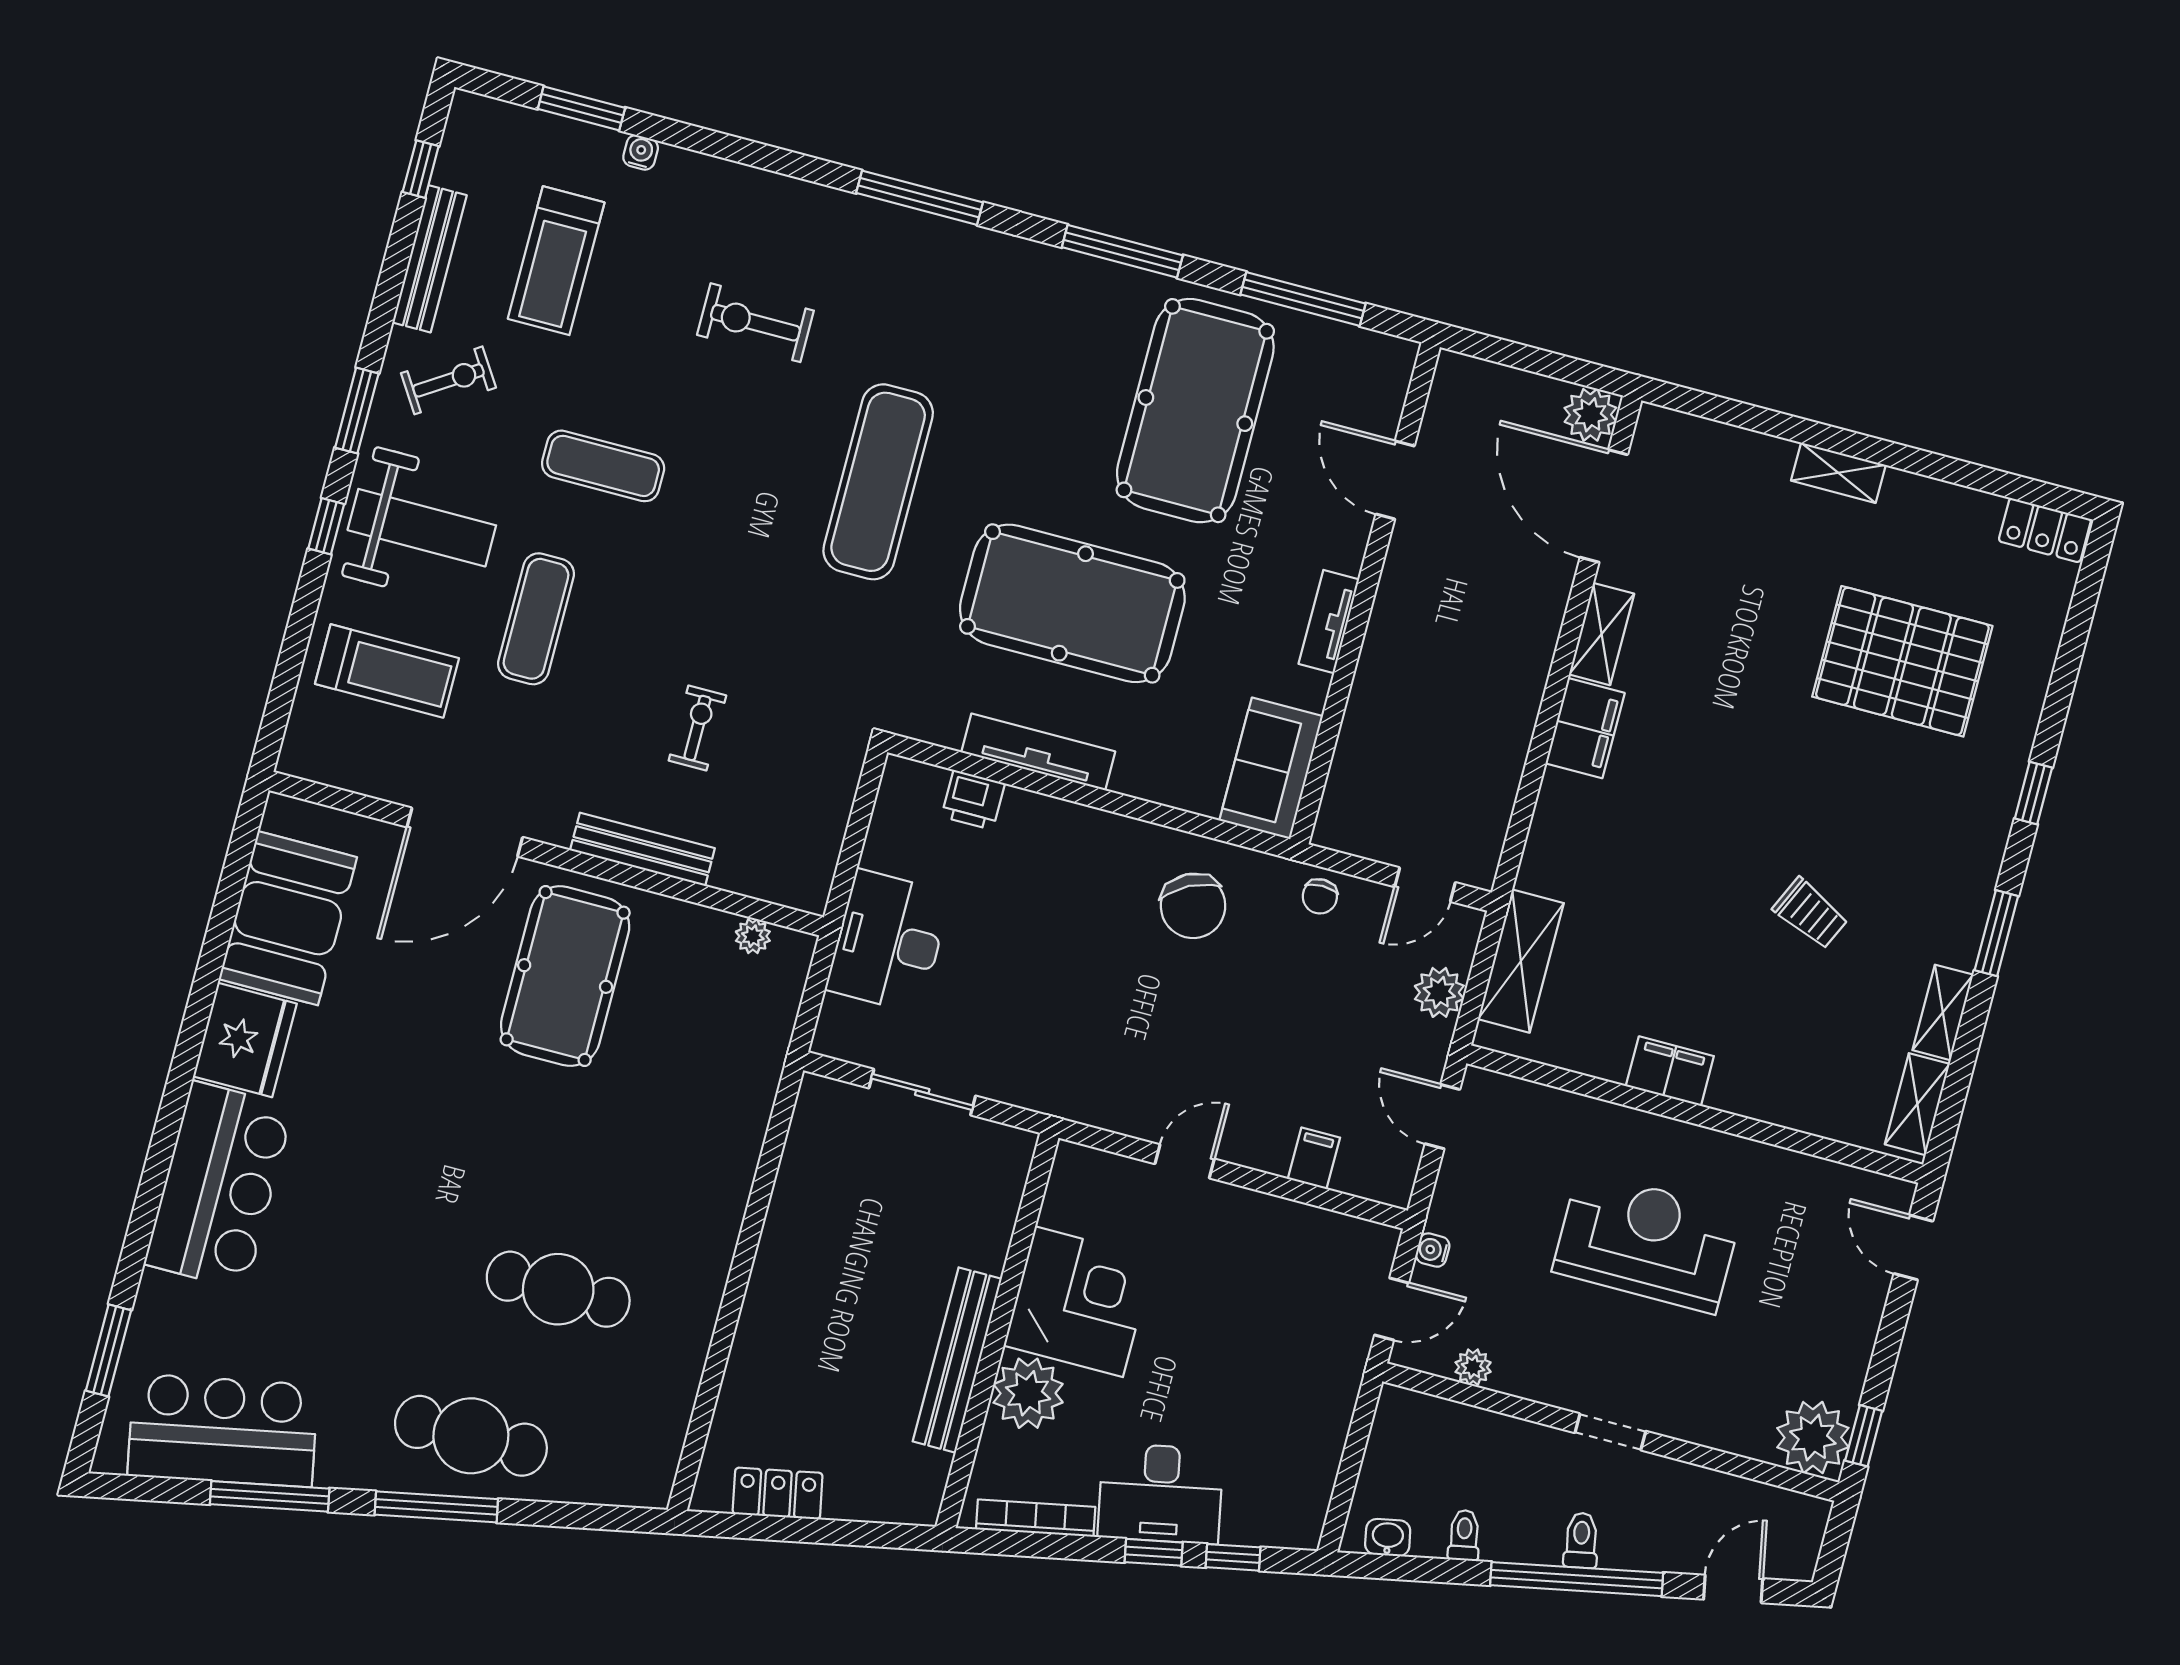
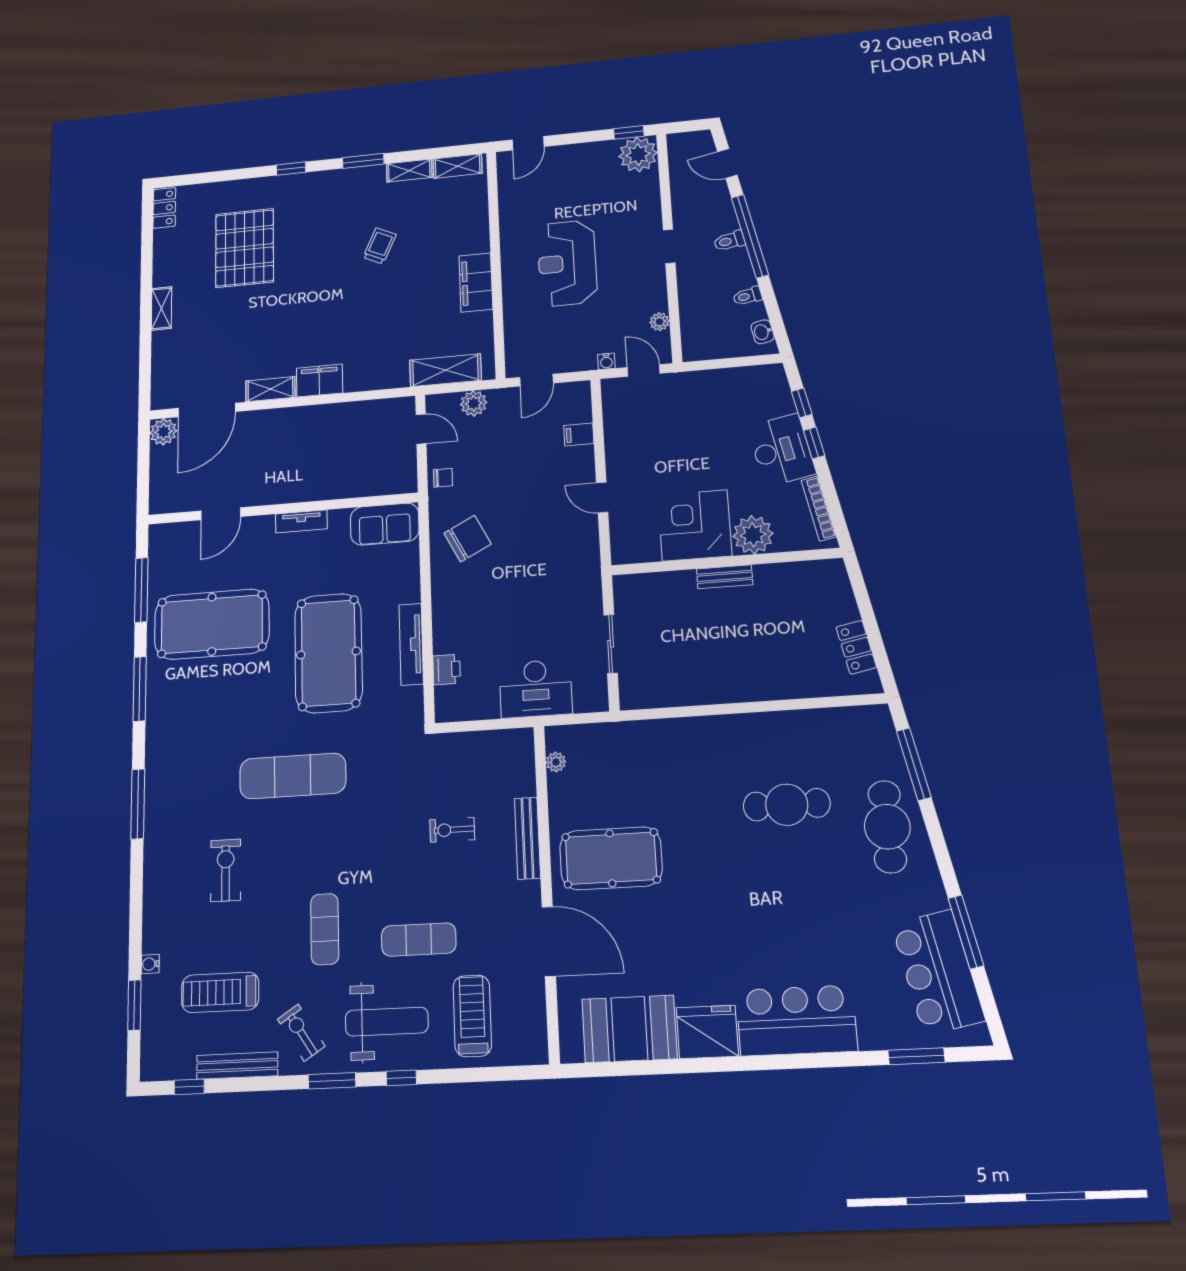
treadmill: (556, 261) -> (220, 992), turned 180
exercise bike: (755, 323) -> (226, 870), turned 180
weight bench: (422, 528) -> (387, 1022), turned 90
filing cabinet: (1670, 1071) -> (476, 282), width x1.50, depth x1.17
cafe table: (558, 1289) -> (787, 805), turned 90
bench: (957, 1360) -> (725, 577), width x0.54, depth x0.82
window: (436, 1507) -> (914, 764), moved

